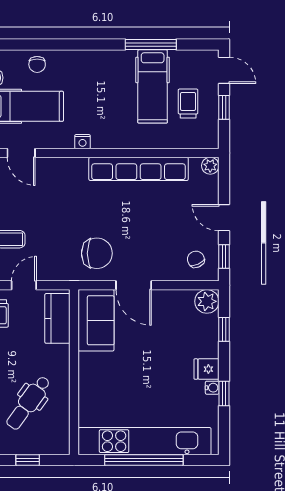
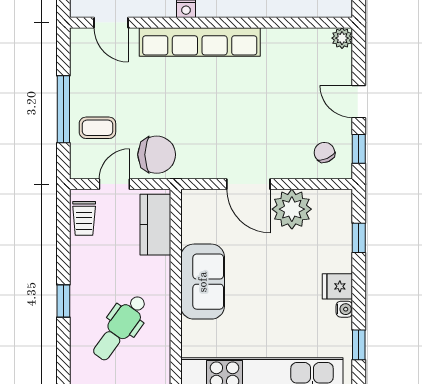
row of seats: (139, 169) -> (200, 42), moved
chair: (97, 253) -> (157, 155), moved
plant: (207, 301) -> (292, 209), moved, width x1.36, depth x1.36
sofa: (96, 320) -> (203, 282), moved
window: (224, 394) -> (359, 345), moved

